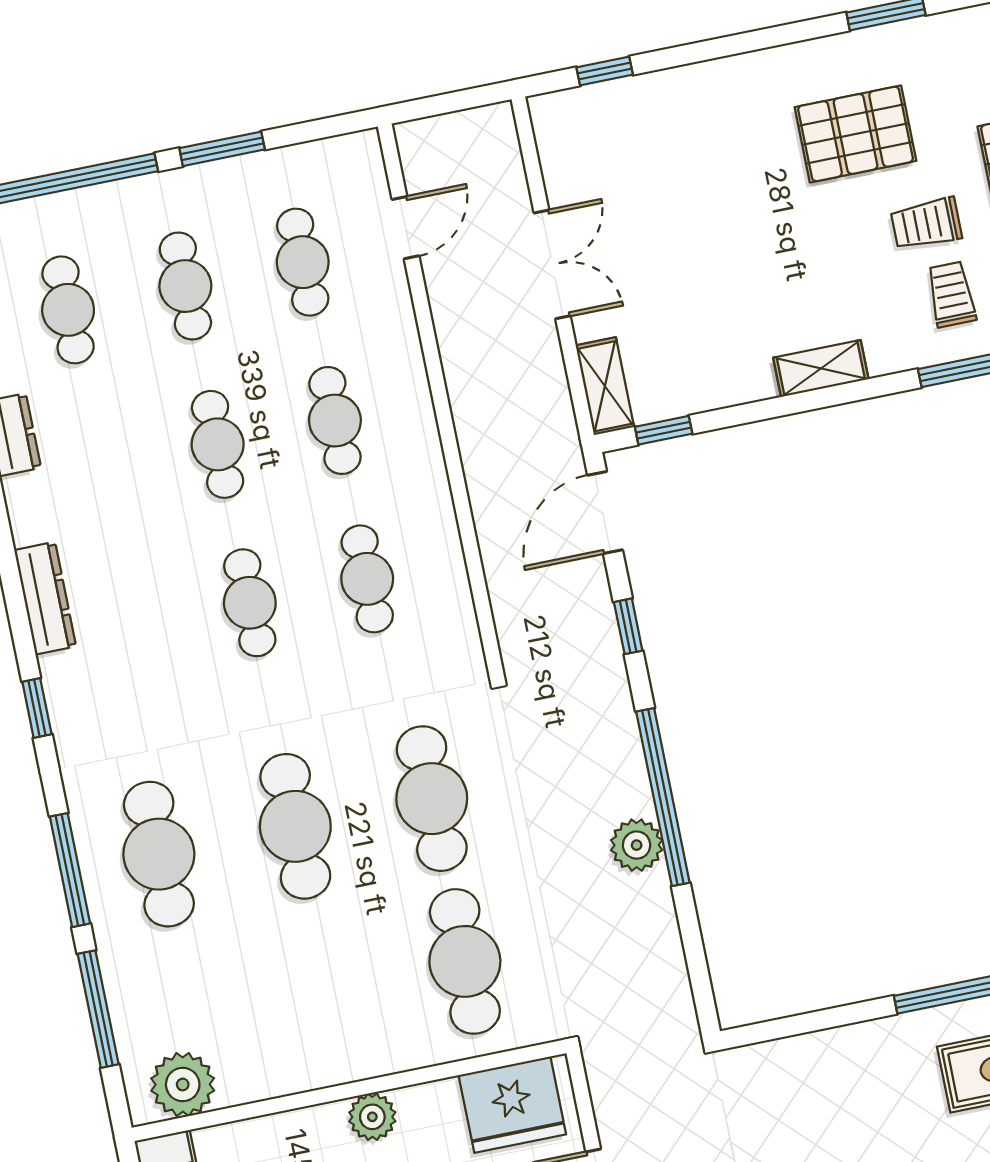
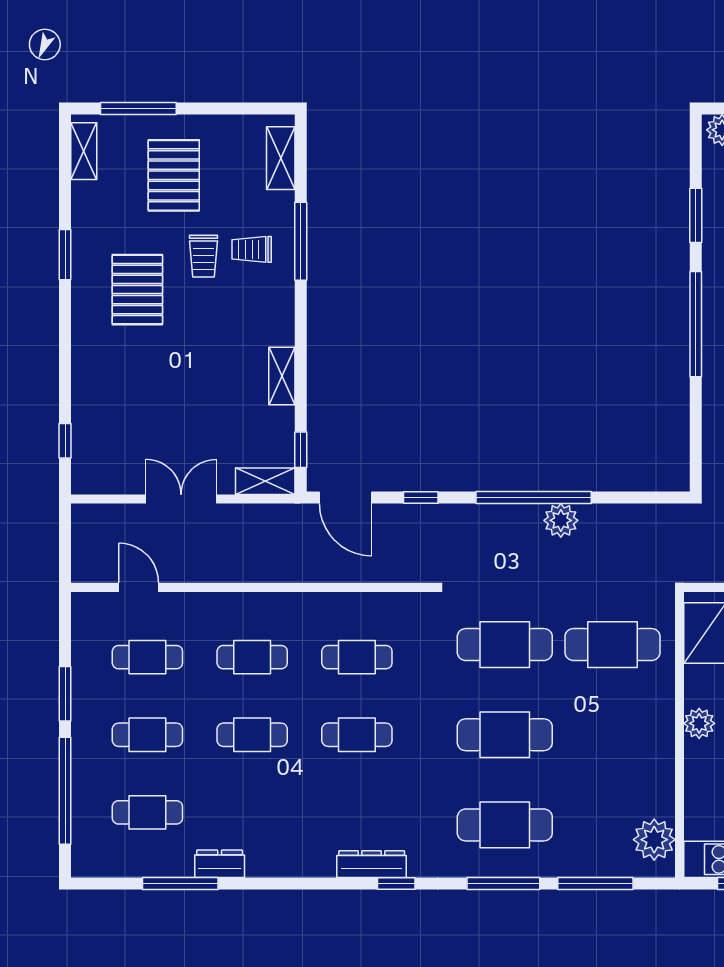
shelving: (821, 368) -> (282, 376), moved
dresser: (45, 598) -> (372, 864), moved

